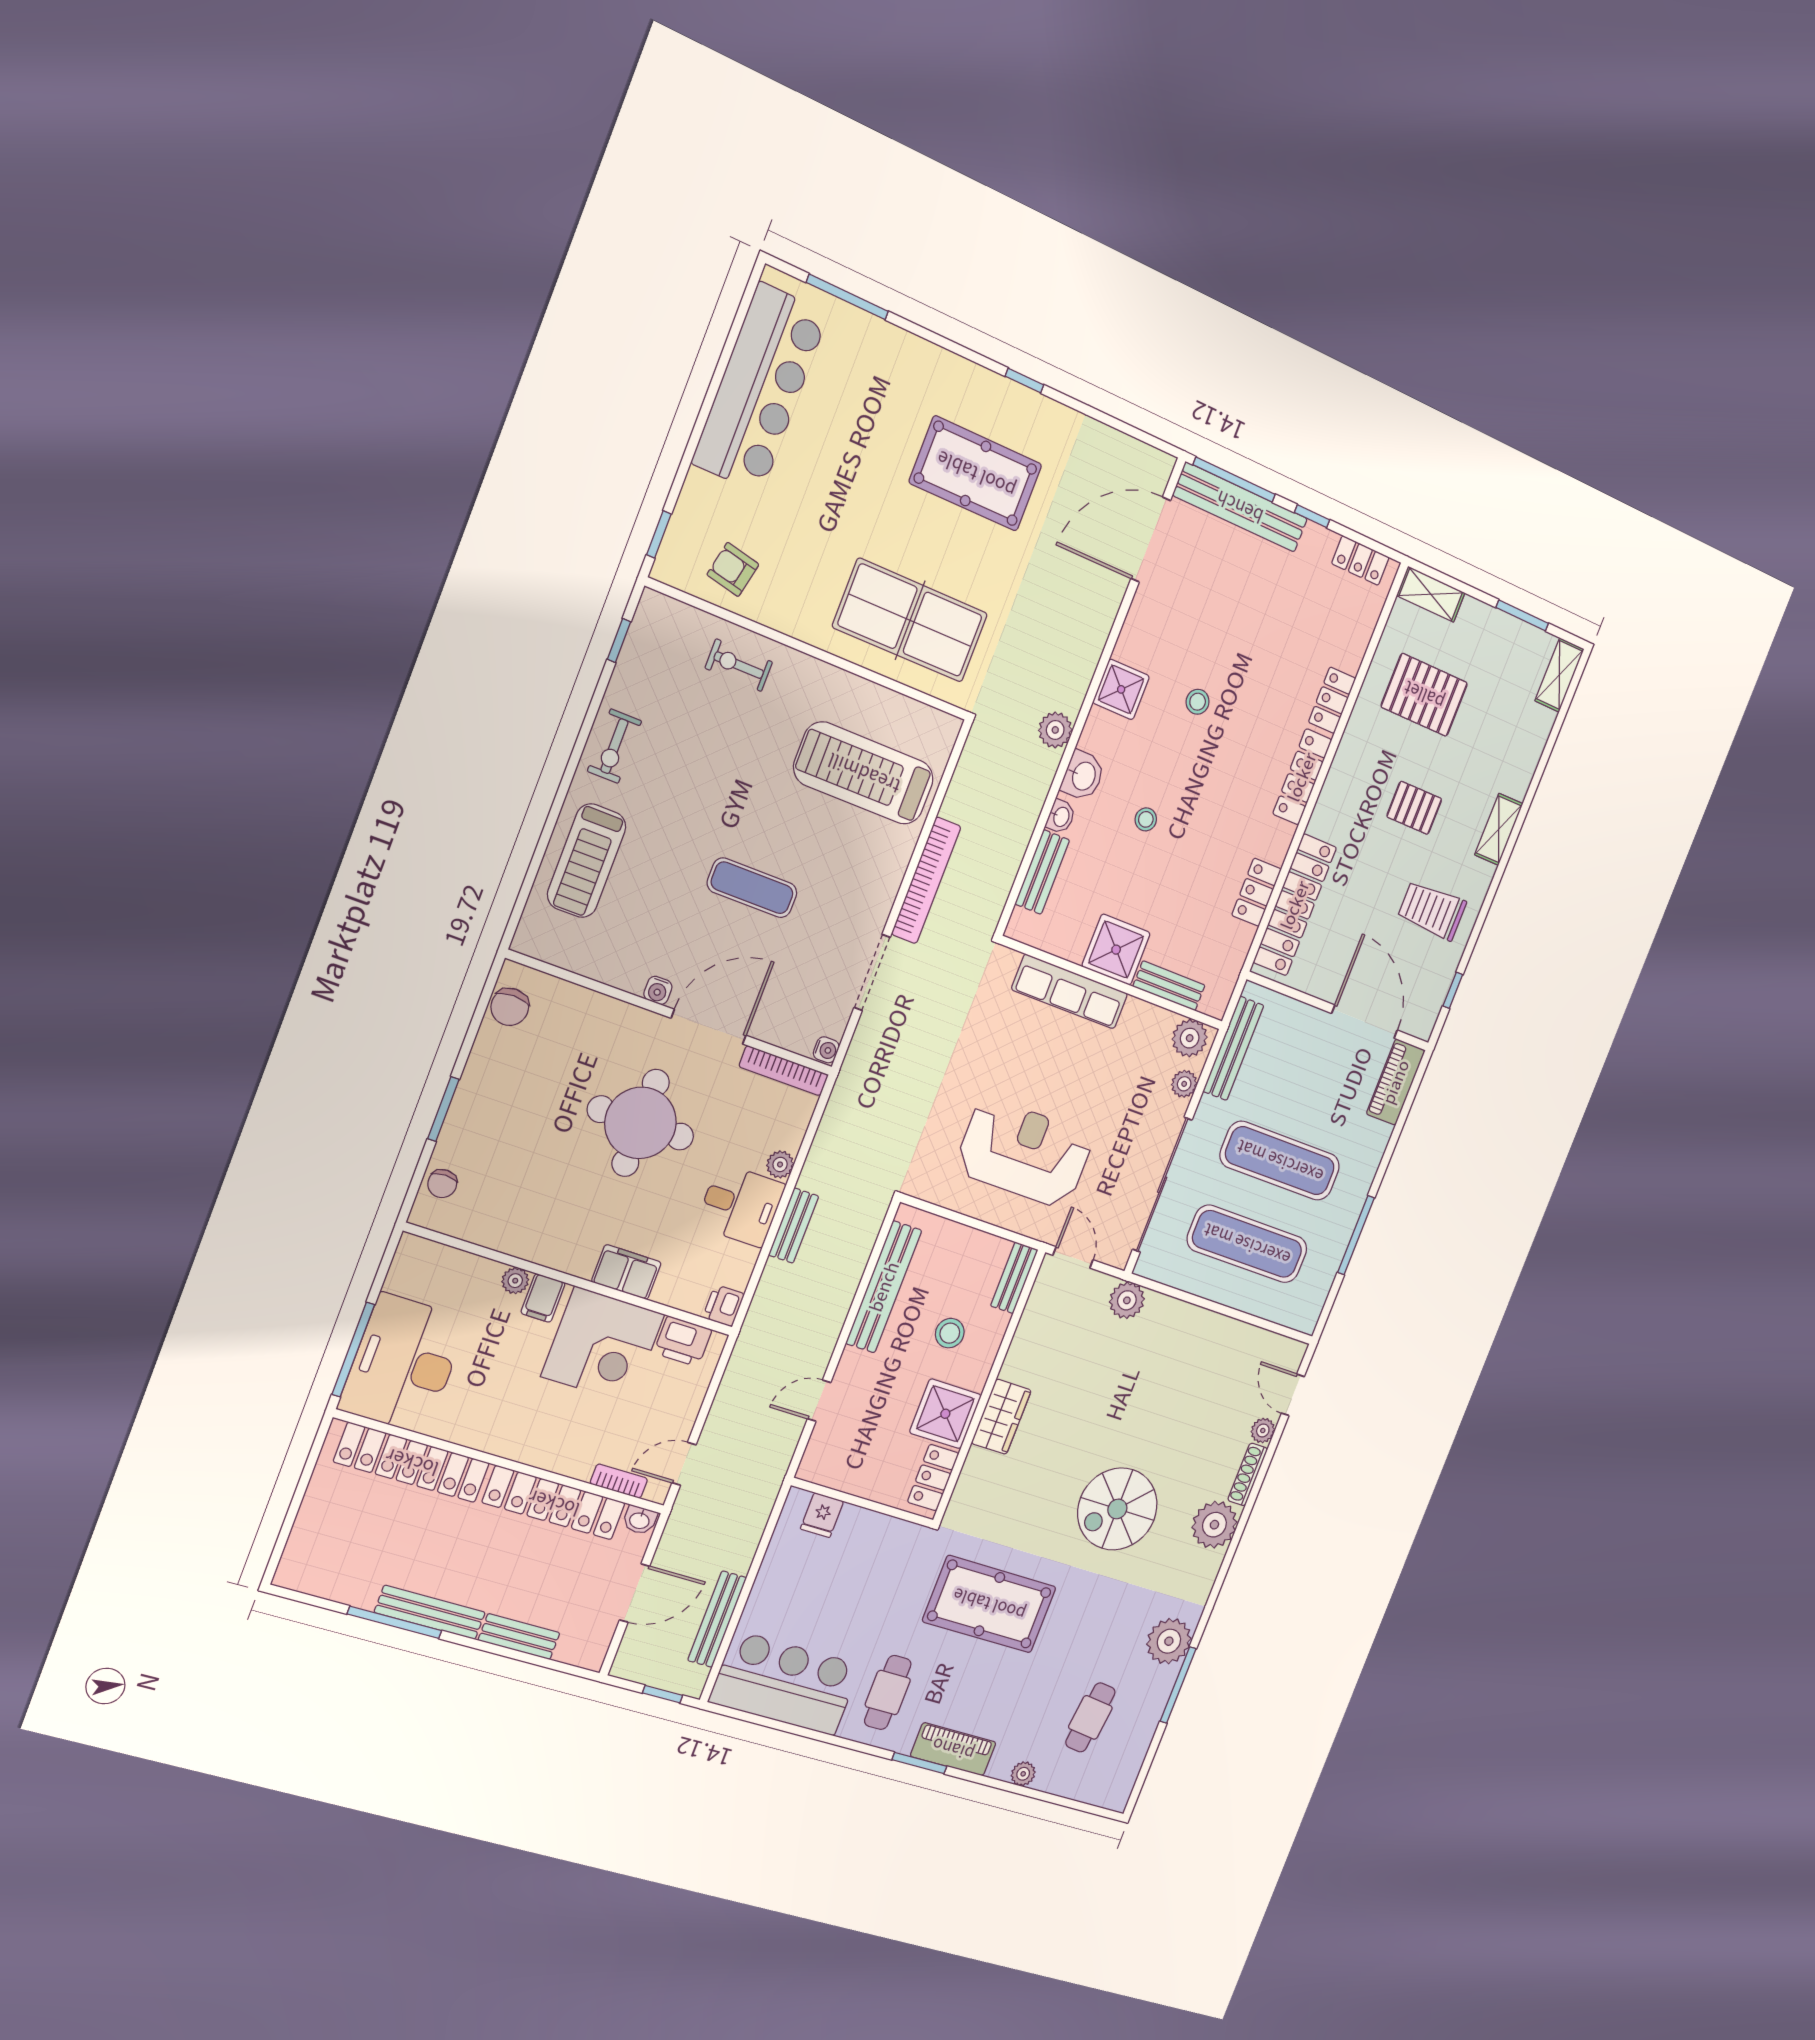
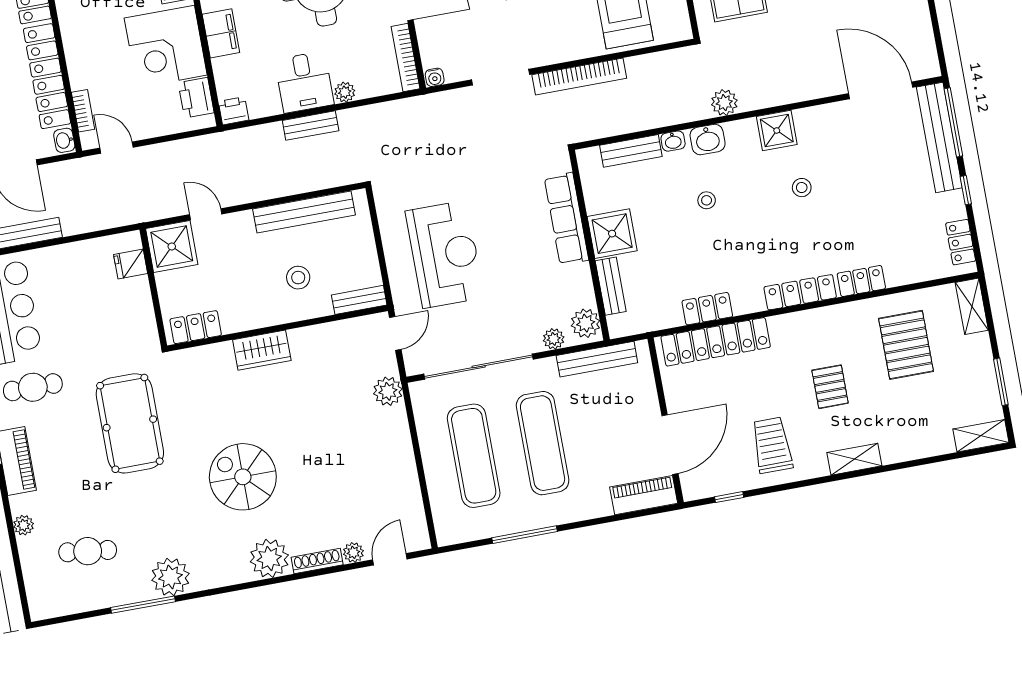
shower: (945, 1414) -> (172, 246), moved

